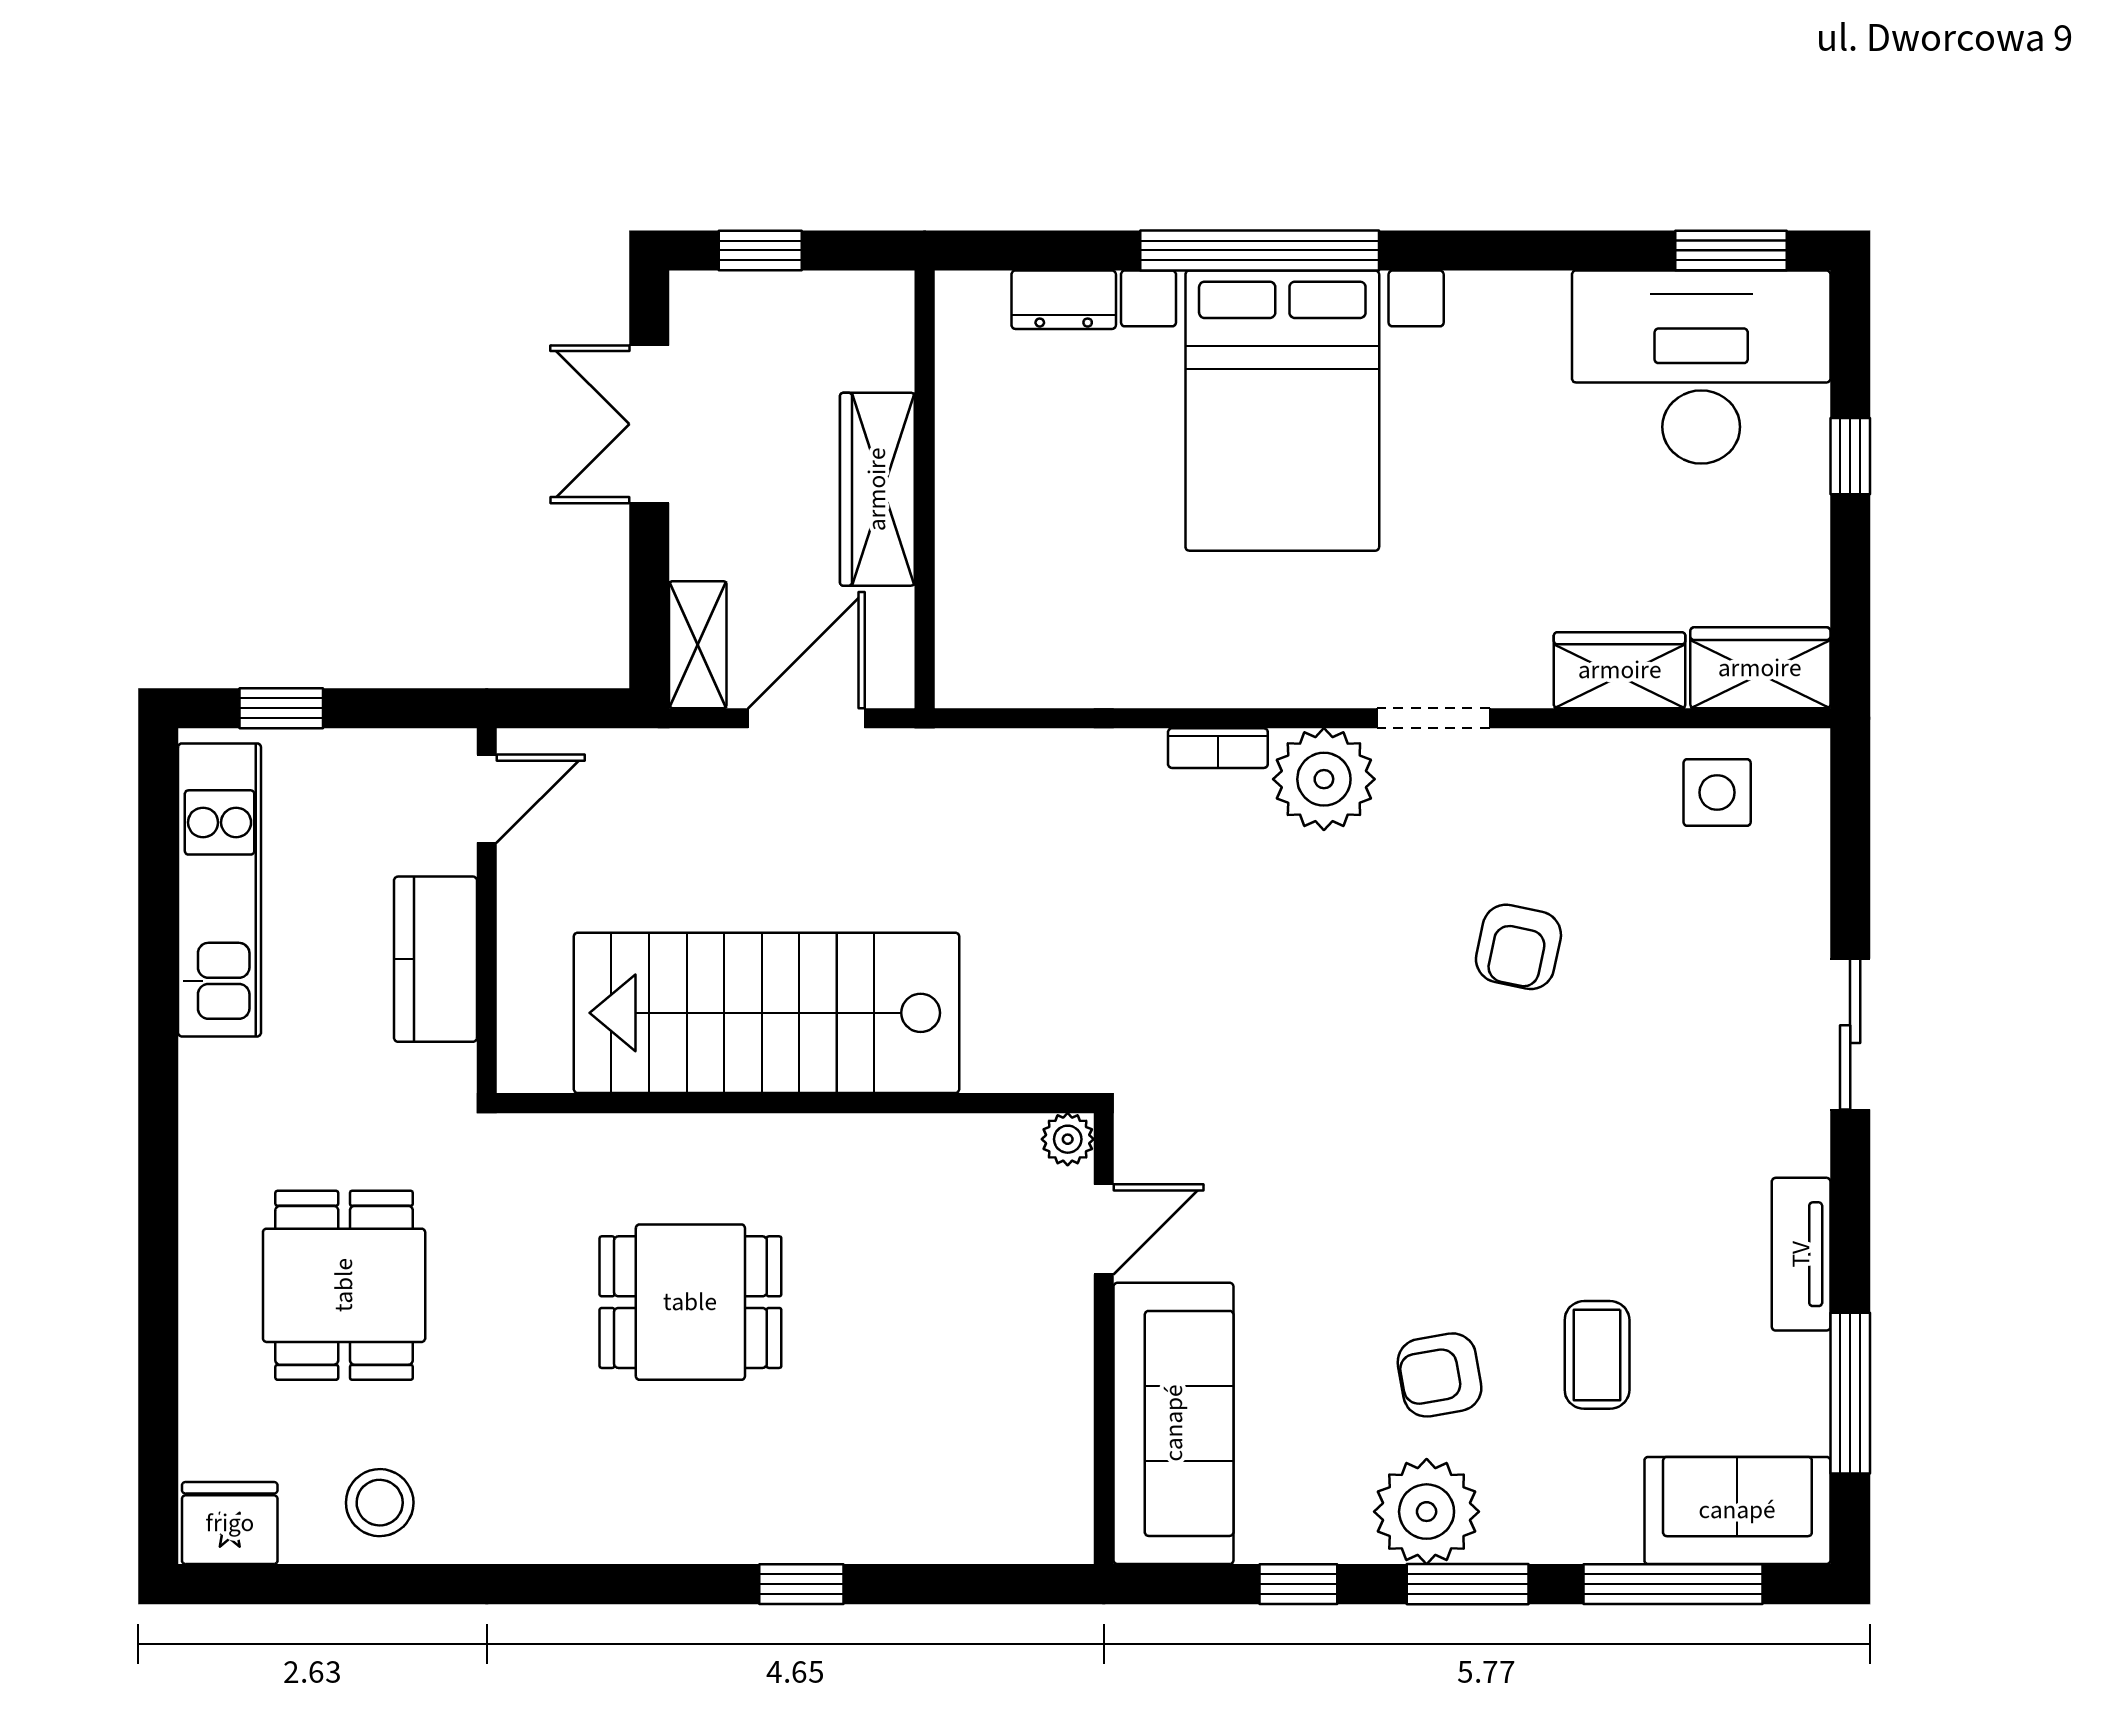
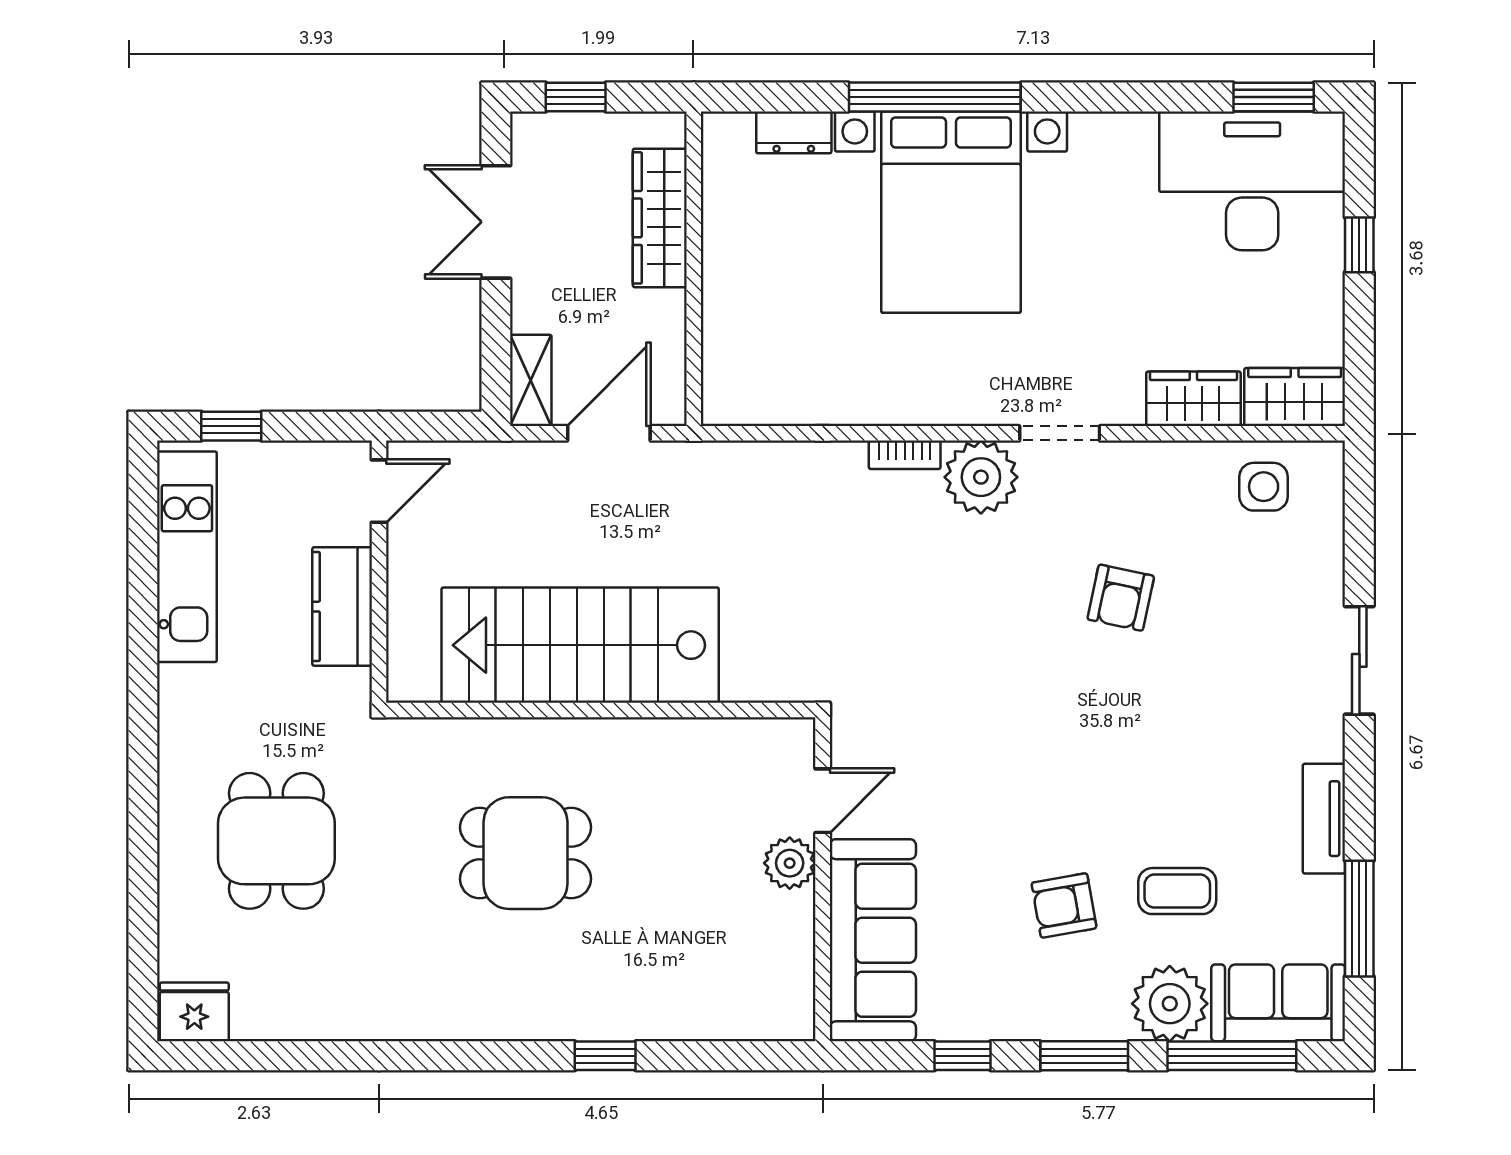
wardrobe: (877, 489) -> (660, 218), moved
plant: (1068, 1139) -> (790, 863), moved, width x1.38, depth x1.38
coffee table: (1597, 1355) -> (1177, 891), turned 90
stool: (380, 1503) -> (302, 997), removed
plant: (1427, 1512) -> (1170, 1004), moved

